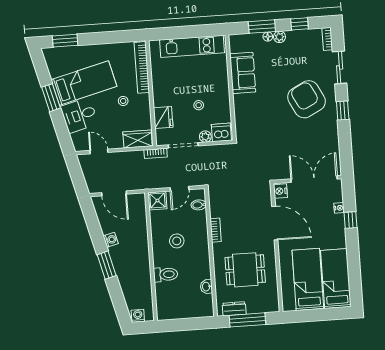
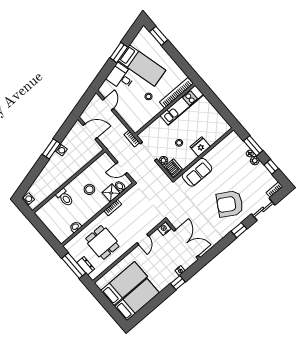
kitchen unit: (192, 46) -> (182, 105), moved, turned -90
sofa: (243, 73) -> (197, 172), moved
armchair: (307, 99) -> (230, 204), turned -122
fridge: (163, 118) -> (200, 147), moved, turned 180
wardrobe: (138, 139) -> (132, 122), removed
door: (114, 193) -> (90, 132), swing flipped
shower: (157, 201) -> (111, 193), moved
door: (275, 223) -> (143, 239), width x0.53
window: (107, 265) -> (51, 149), moved
dresser: (234, 309) -> (86, 266), moved

